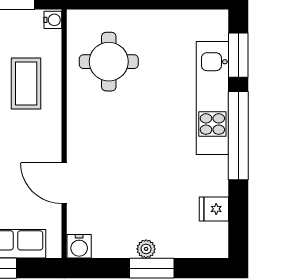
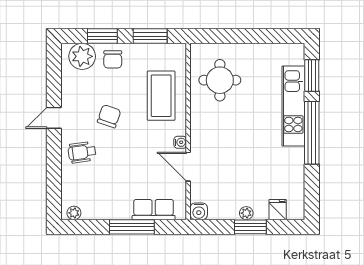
water cooler: (53, 20) -> (180, 142), moved
coffee table: (26, 83) -> (161, 96), width x1.36, depth x1.32
fridge: (214, 209) -> (278, 210), moved, turned 90

